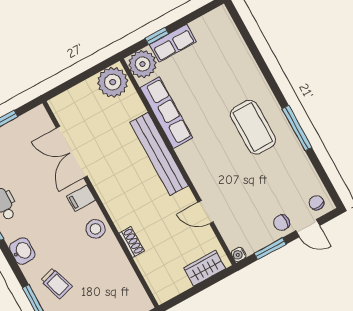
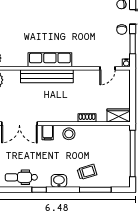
row of seats: (166, 113) -> (50, 60), moved
coffee table: (253, 127) -> (60, 16), removed
door: (206, 212) -> (108, 68), moved
wardrobe: (205, 268) -> (119, 116), moved, turned 90

